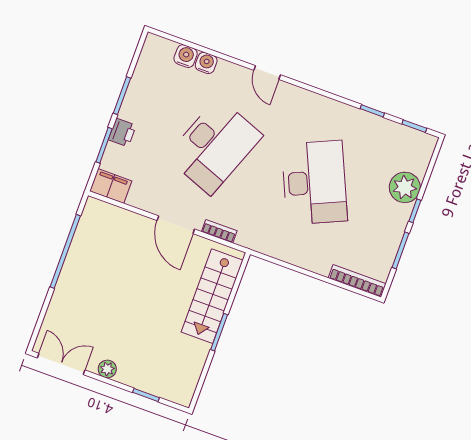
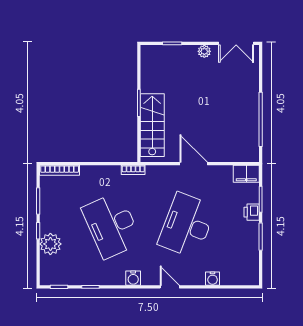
water cooler: (186, 56) -> (133, 278), moved
bookcase: (219, 231) -> (133, 170), moved

